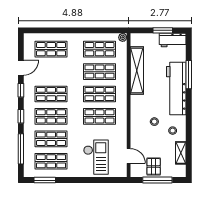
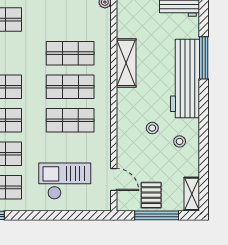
shop shelf: (100, 49) -> (70, 20), removed
shelving: (137, 70) -> (126, 63), width x0.68
shelving: (181, 153) -> (192, 194), moved
checkout: (96, 157) -> (65, 181), turned -90

